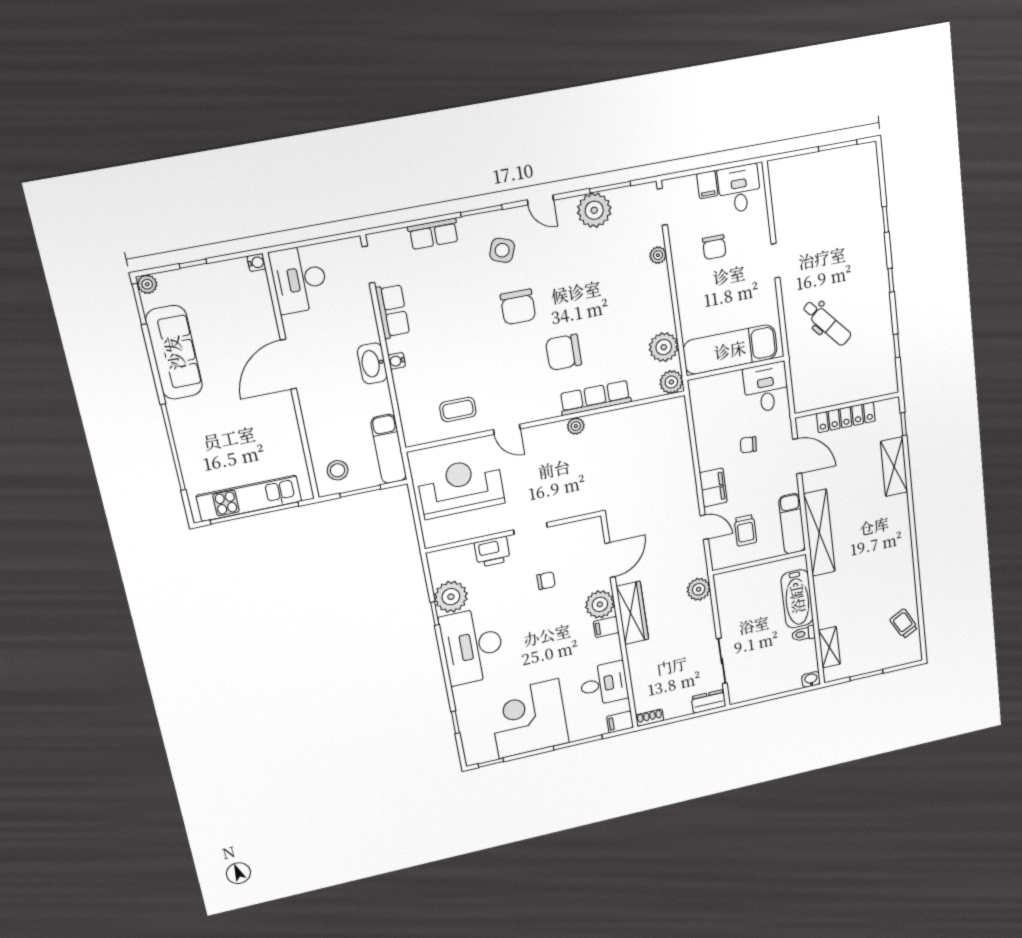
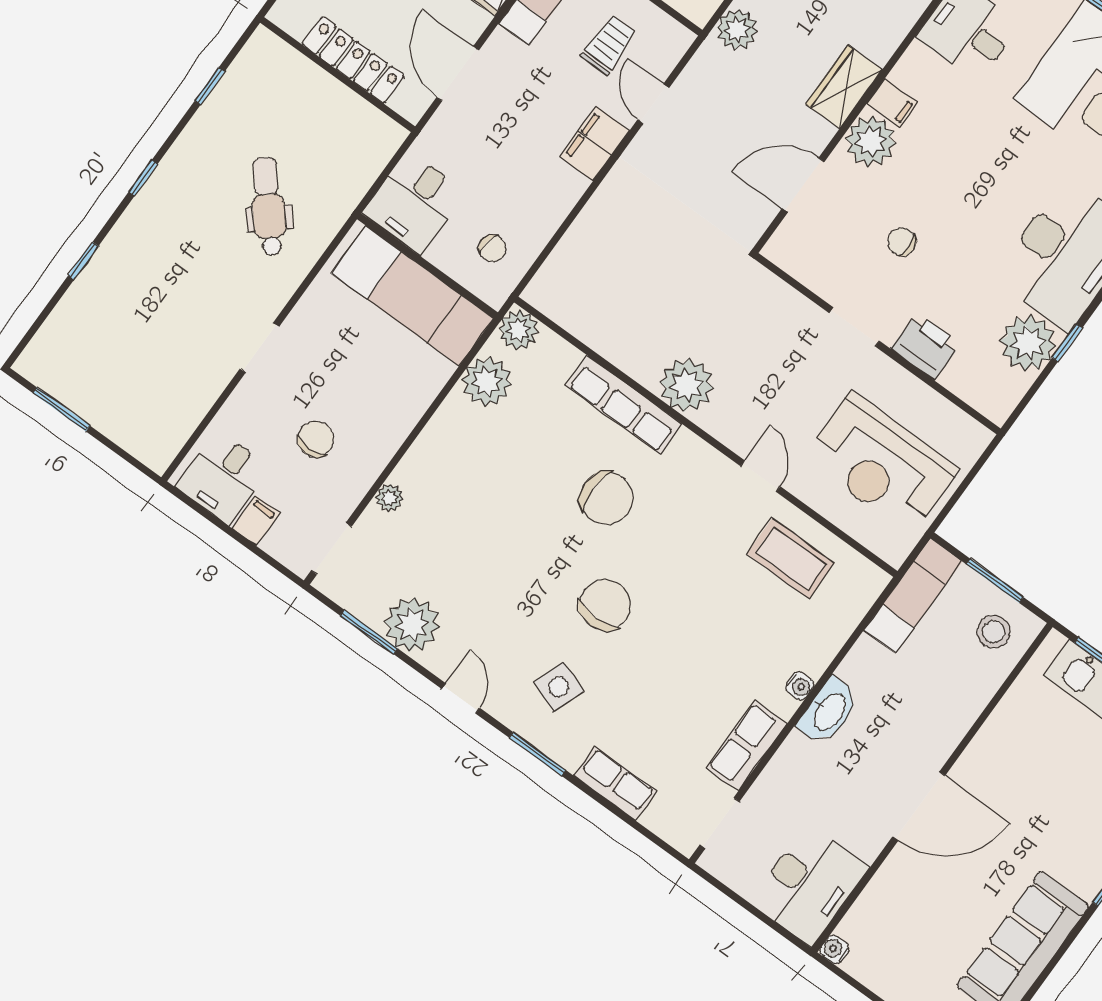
coffee table: (458, 409) -> (791, 558), width x1.36, depth x1.30
plant: (576, 426) -> (687, 385), width x1.88, depth x1.88
chair: (748, 445) -> (492, 248), moved
wardrobe: (632, 613) -> (844, 87), width x0.67

